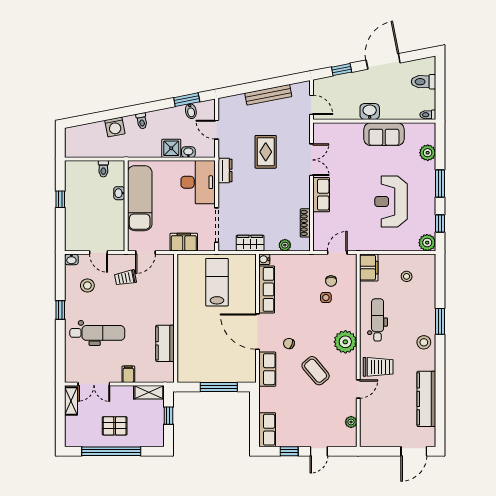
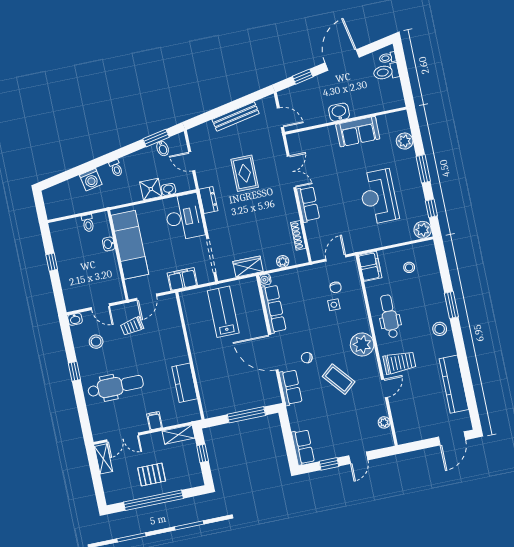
toilet: (428, 115) -> (388, 58), moved

